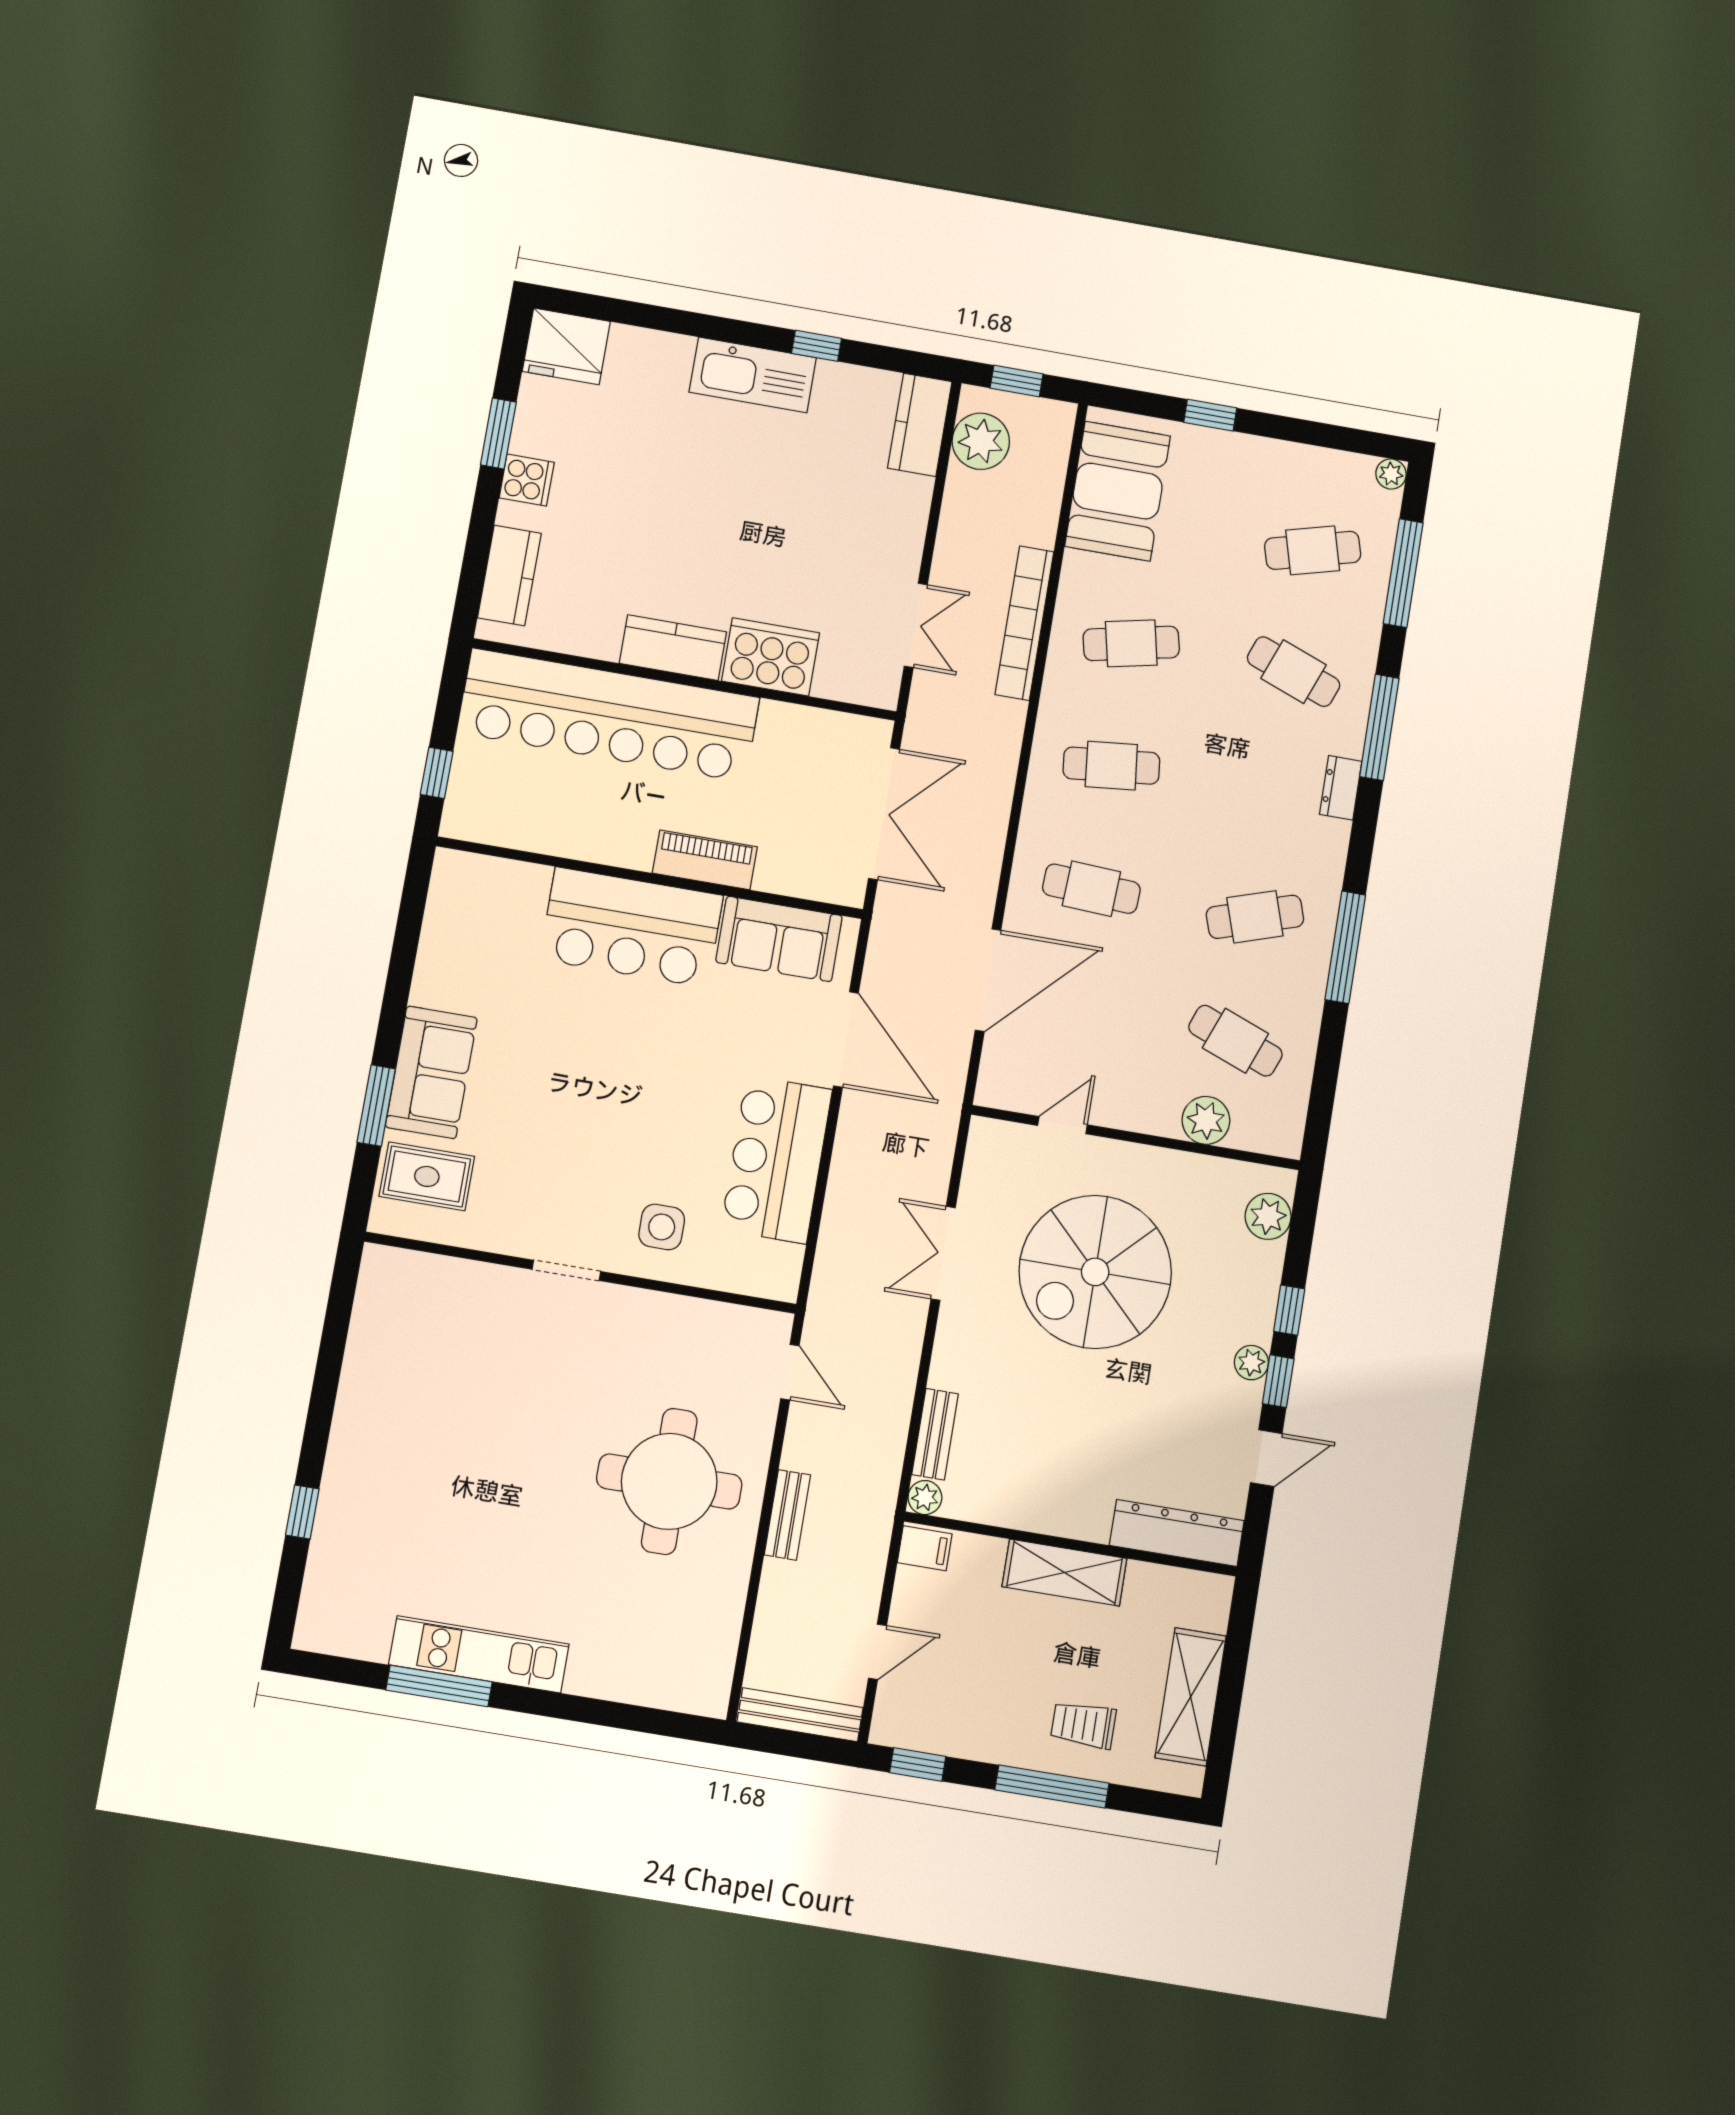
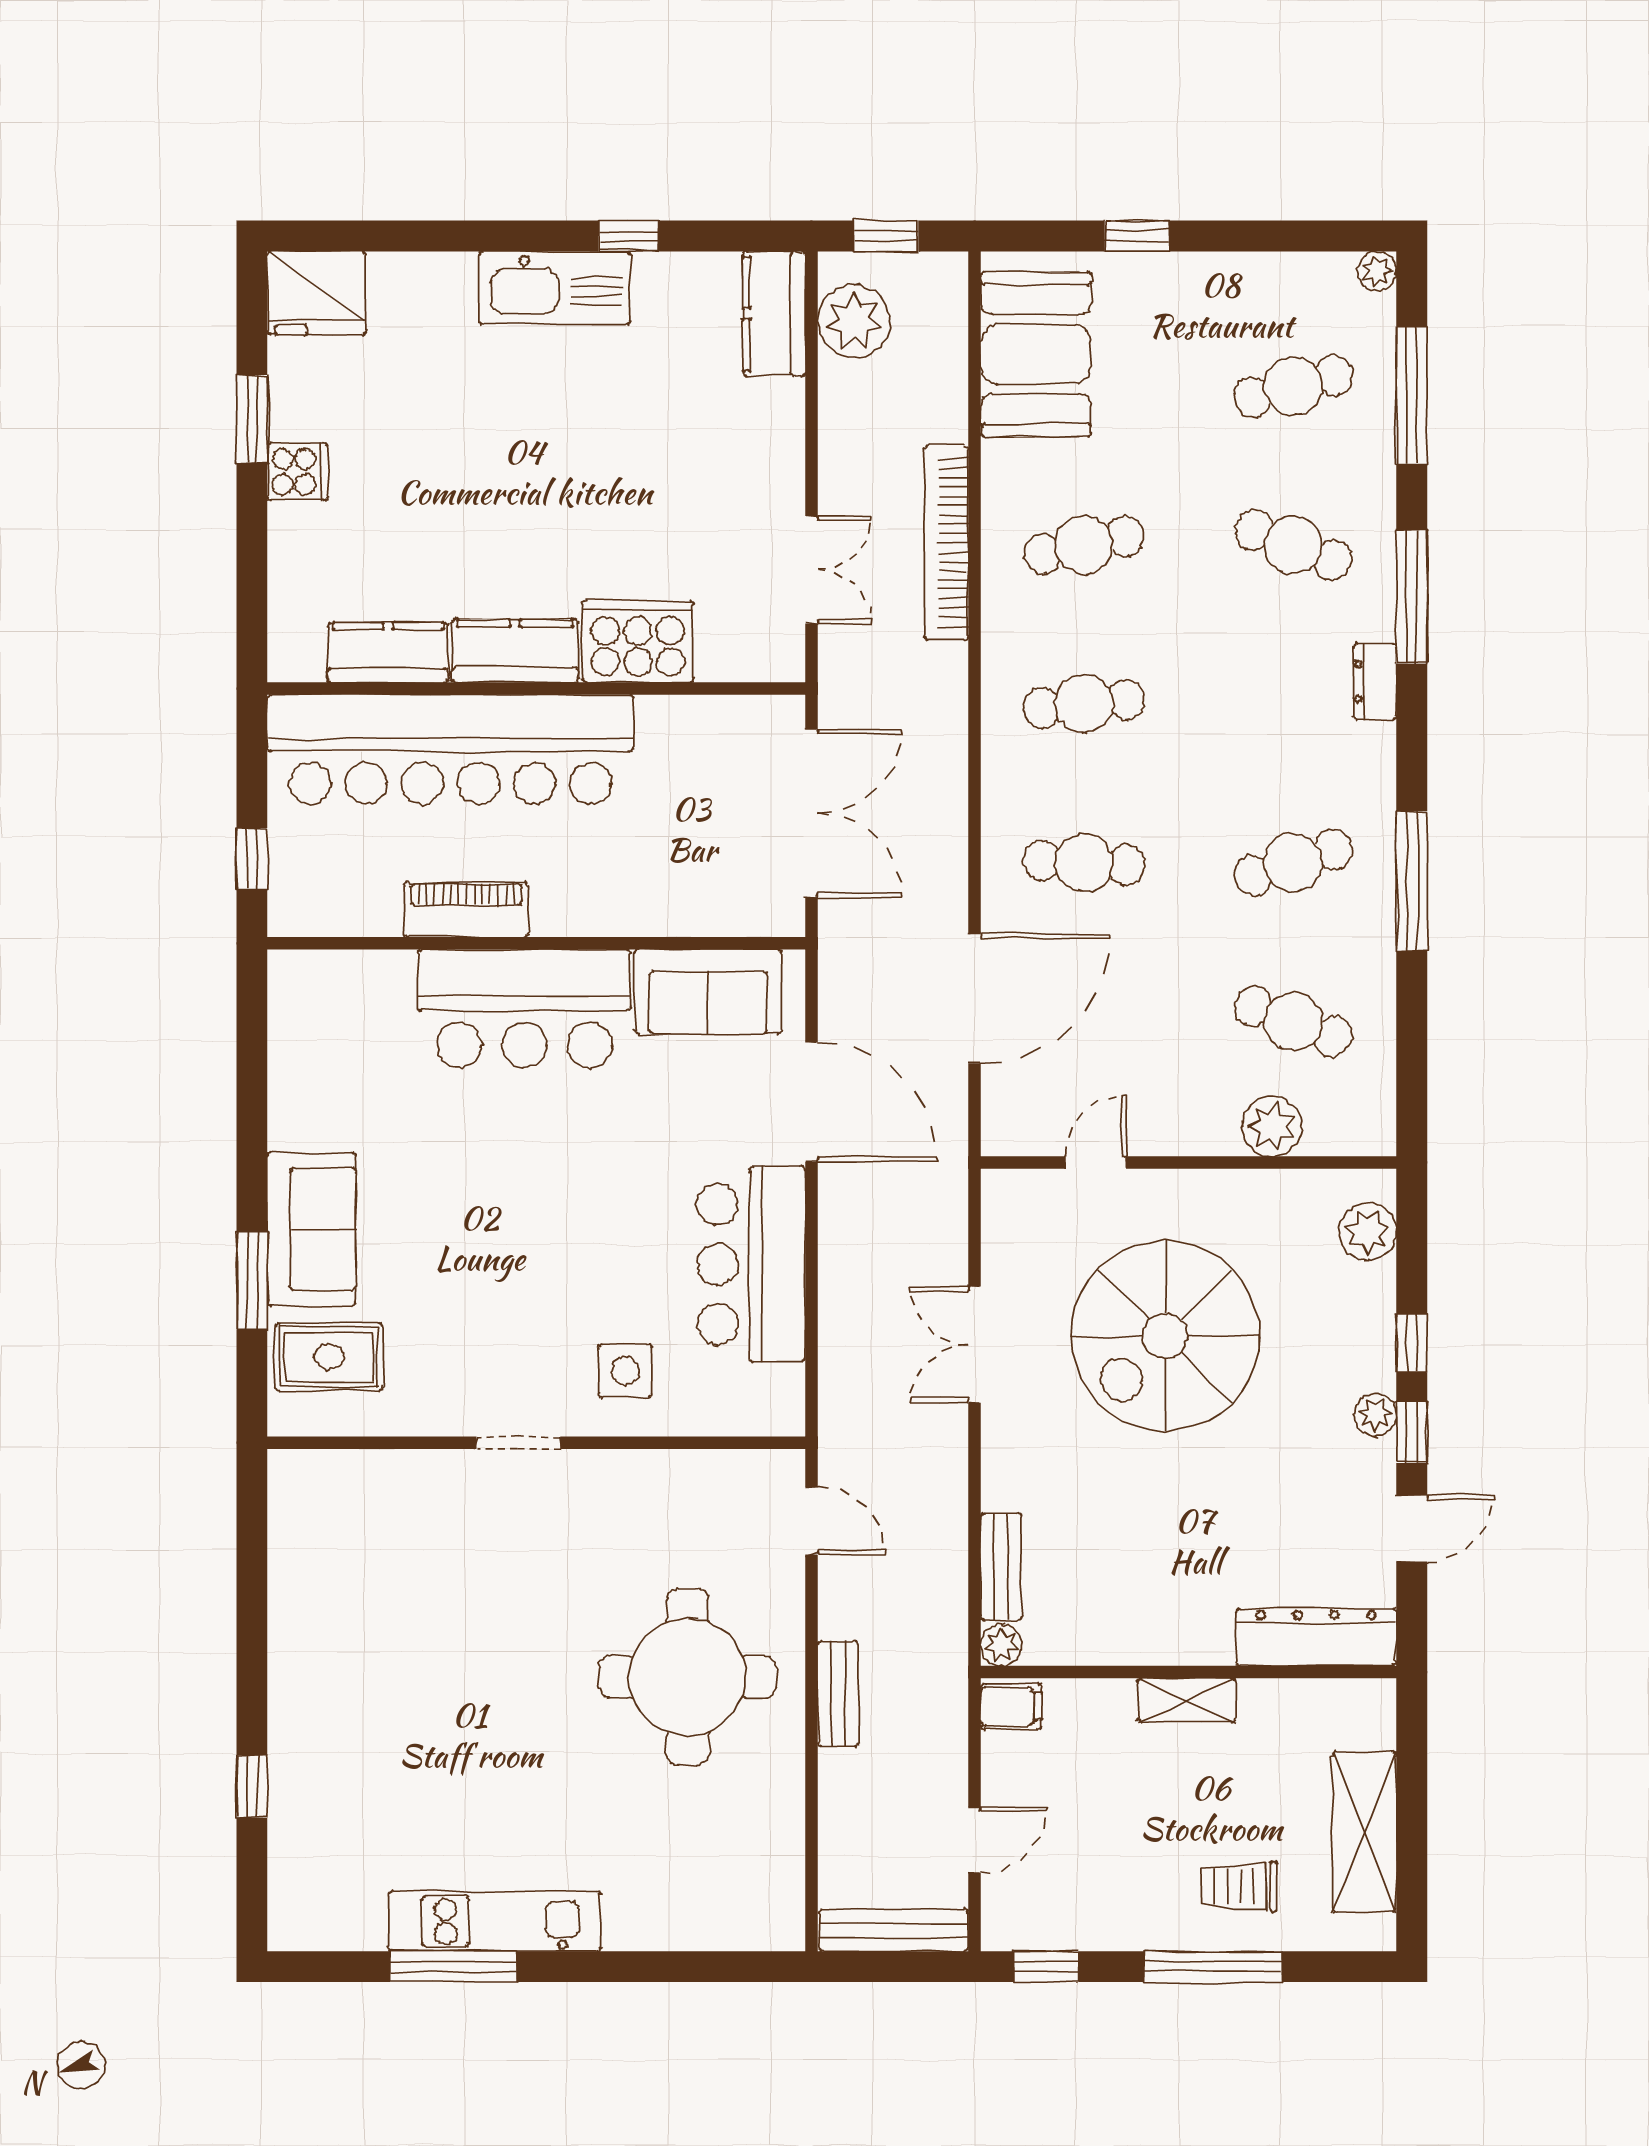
kitchen counter: (509, 576) -> (388, 652), moved, turned -90
piano: (705, 860) -> (466, 910), moved
shelving: (1064, 1572) -> (1187, 1700), width x0.67, depth x0.75

